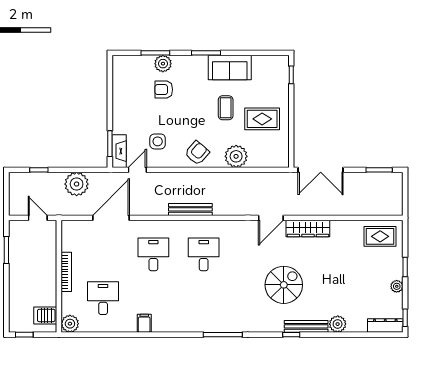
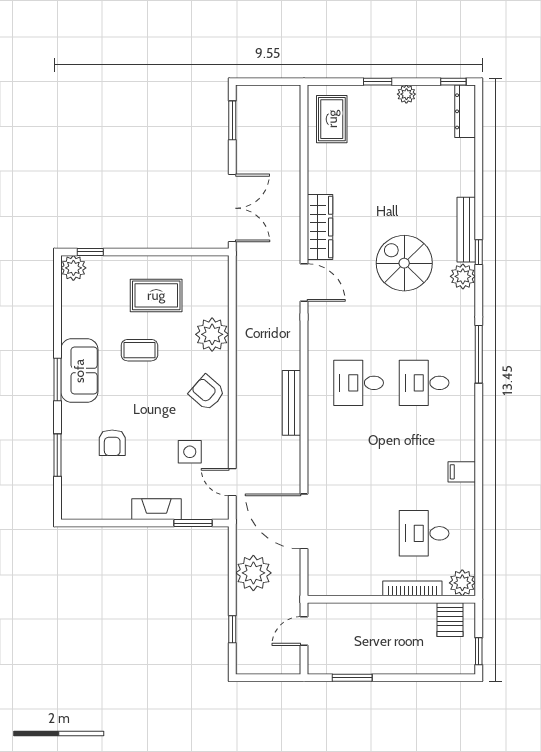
plant: (163, 64) -> (73, 268), moved
sofa: (230, 68) -> (79, 371), moved
rug: (262, 119) -> (156, 295), turned 90
fireplace: (119, 151) -> (156, 509), moved
desk: (153, 254) -> (424, 383), moved
bookcase: (66, 272) -> (412, 588), moved
plant: (338, 324) -> (463, 276), moved

